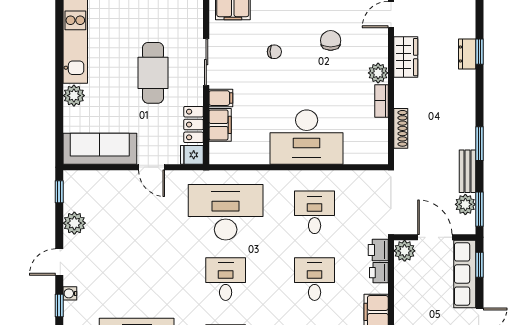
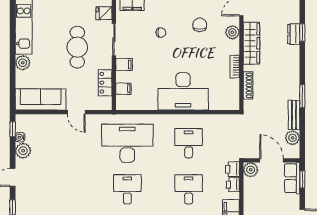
wardrobe: (406, 57) -> (251, 43), width x1.50
plant: (378, 73) -> (232, 32), moved
filing cabinet: (220, 125) -> (123, 89), width x0.50
fridge: (192, 155) -> (104, 13), moved
window: (480, 209) -> (302, 141), removed
row of seats: (465, 274) -> (292, 178), width x0.68
water cooler: (70, 293) -> (20, 137), moved

